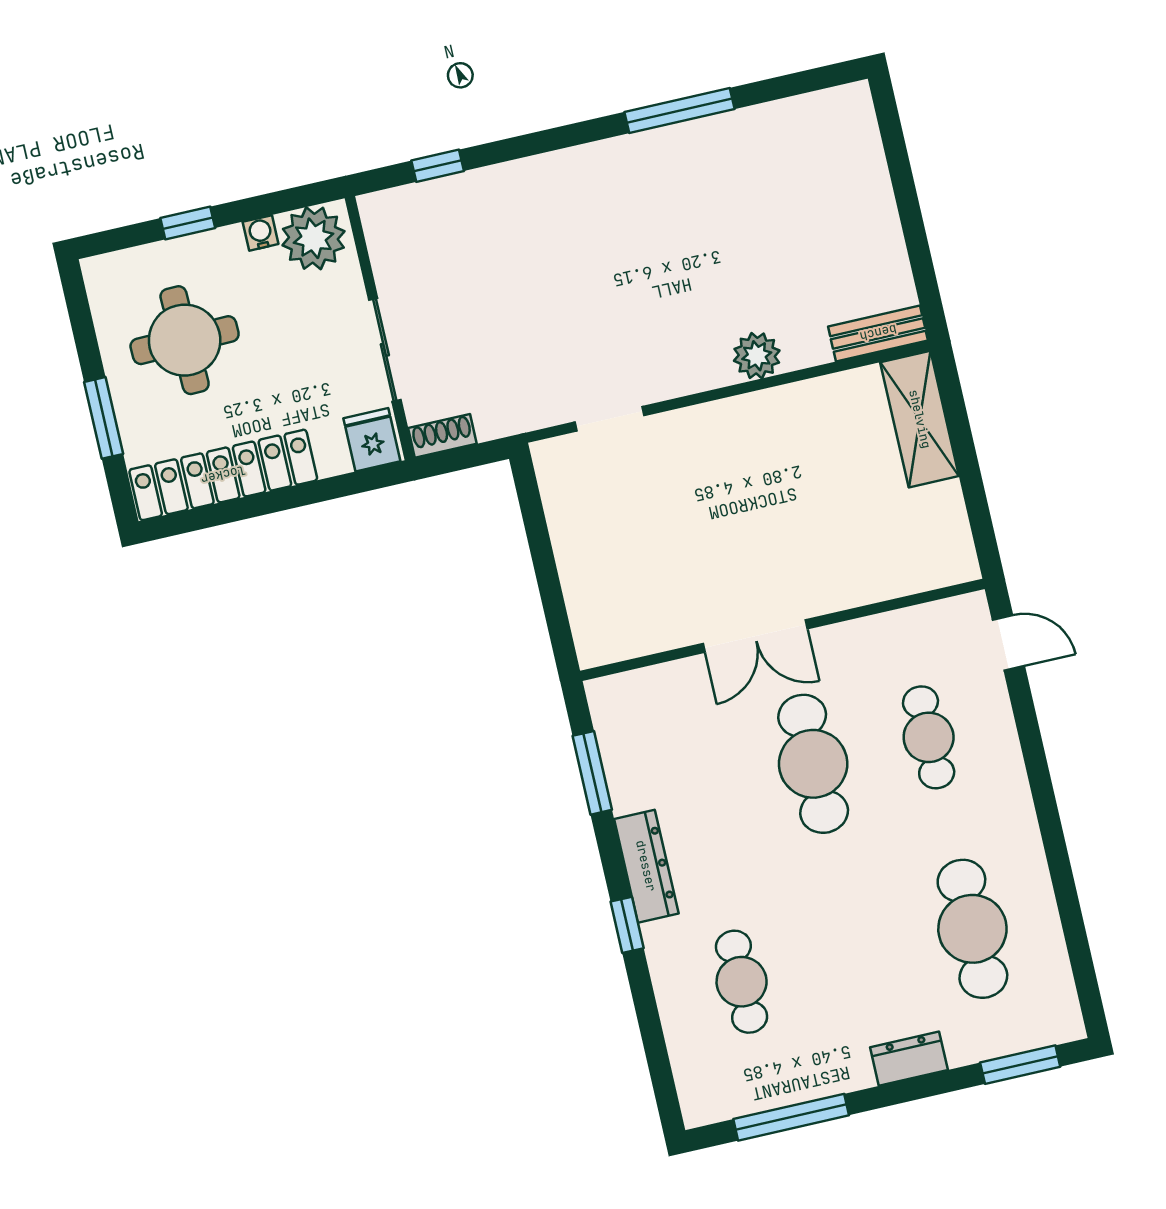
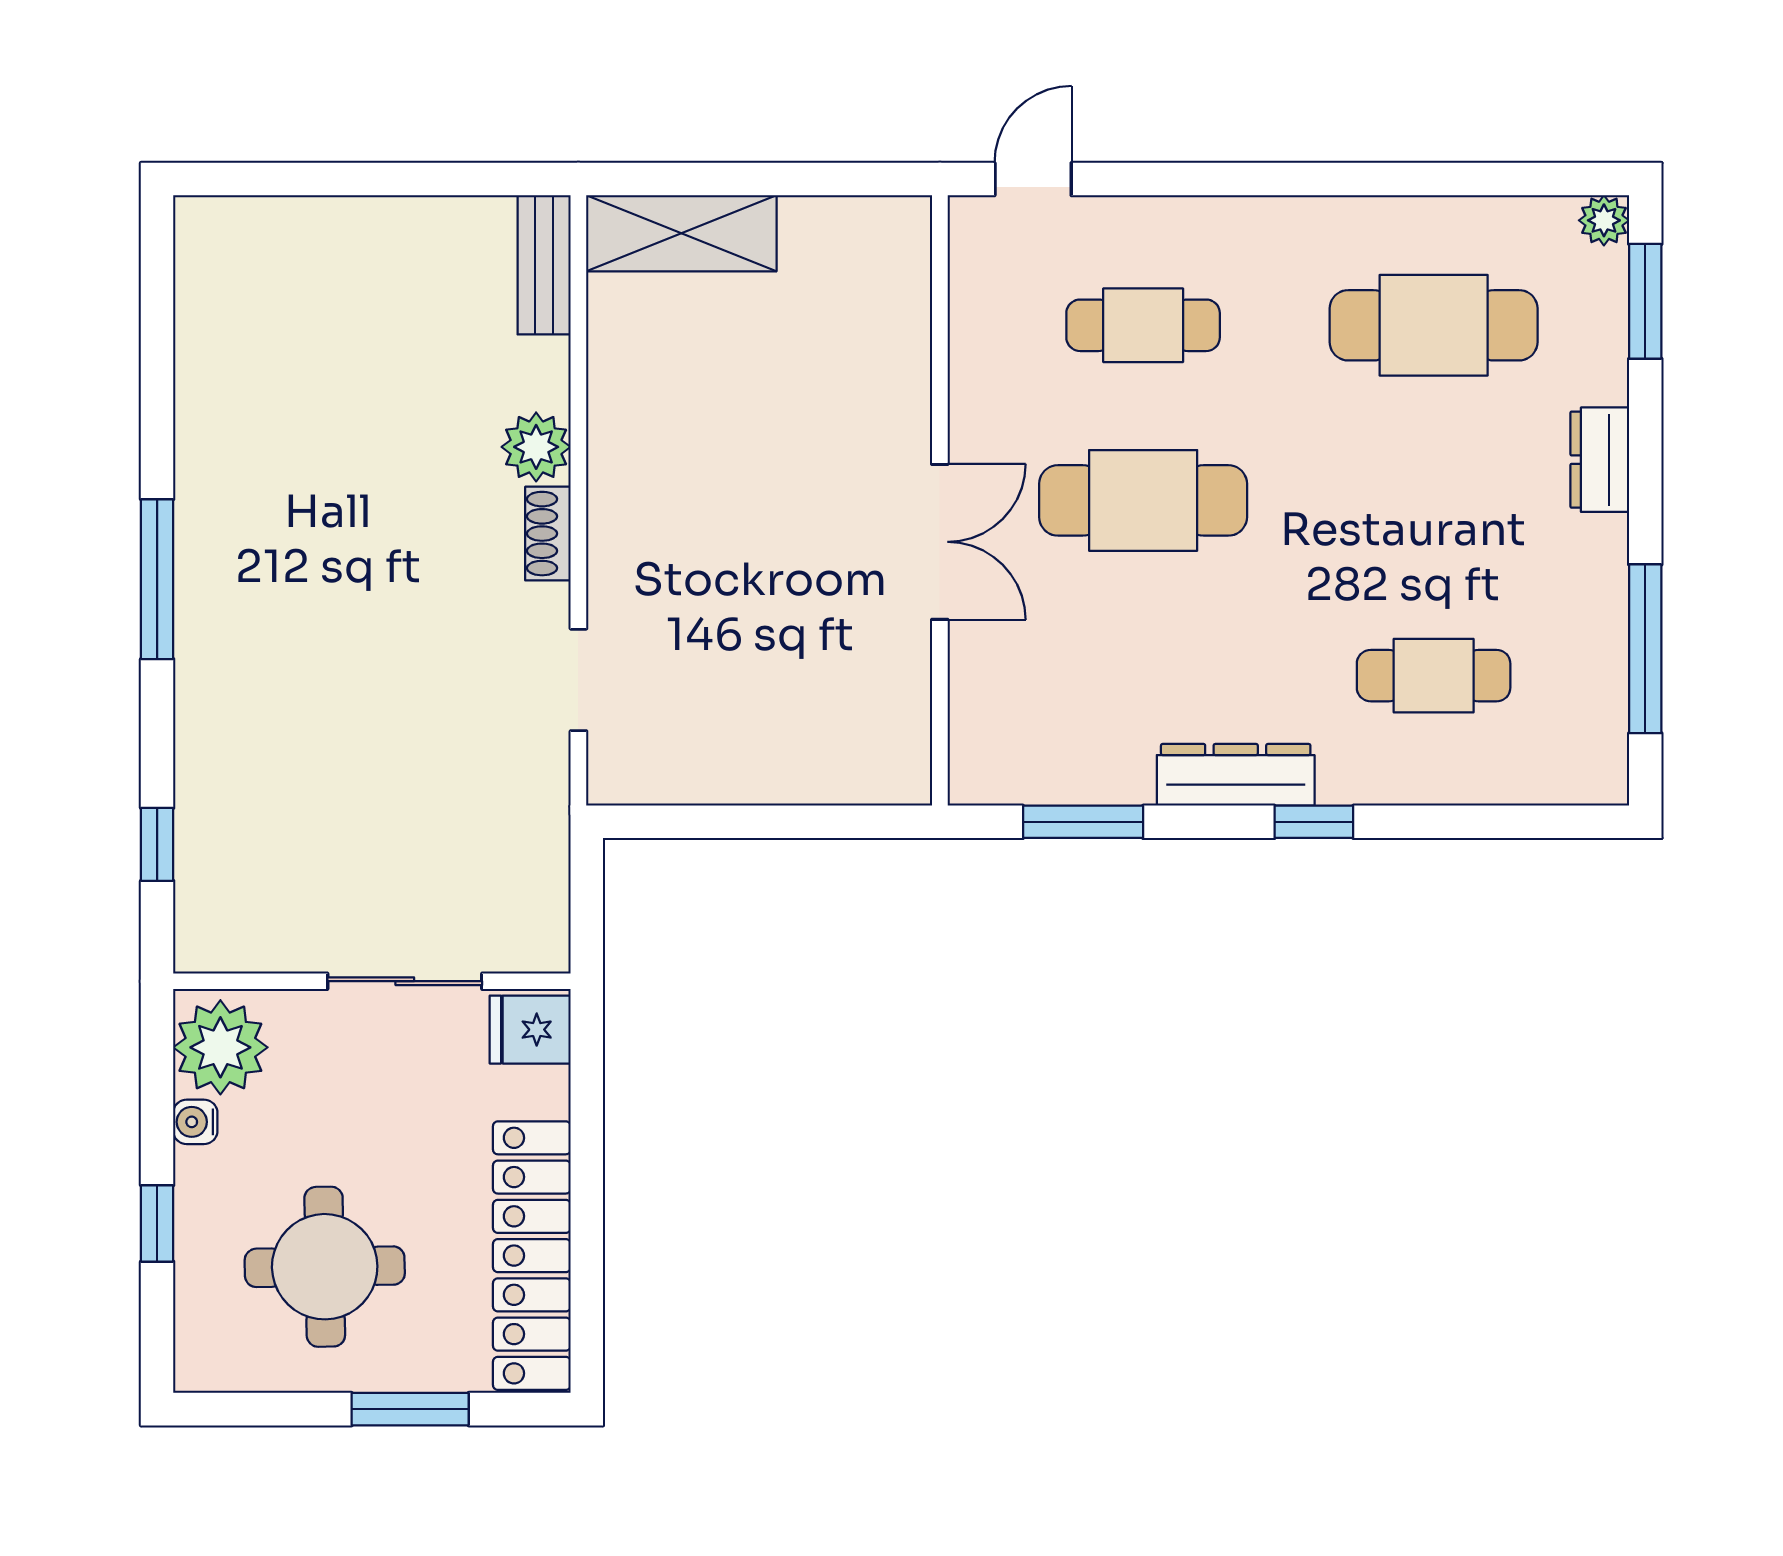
window: (680, 110) -> (157, 579), moved
shoe rack: (442, 436) -> (548, 534), moved
plant: (1067, 1025) -> (1604, 220), added

